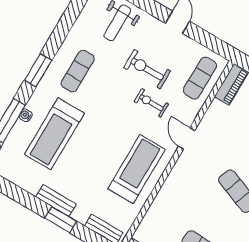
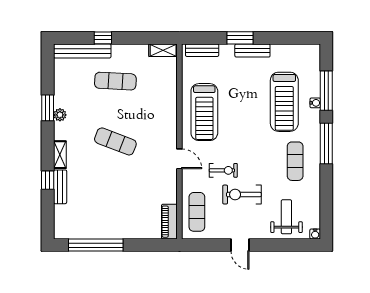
exercise bike: (147, 69) -> (242, 195), turned 180
window: (38, 70) -> (326, 144), width x1.44
treadmill: (54, 134) -> (284, 102), turned 180

